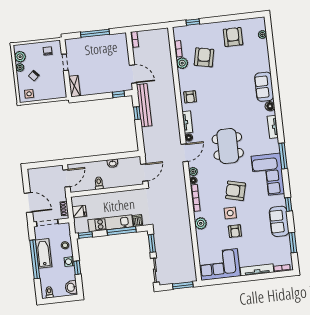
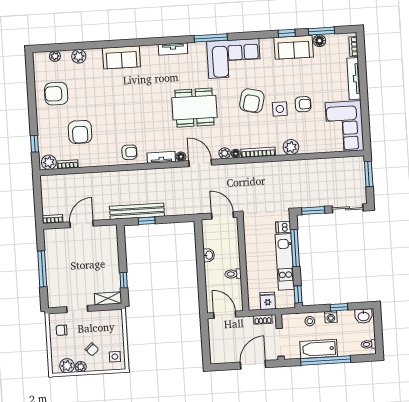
plant: (263, 53) -> (79, 56), added
armchair: (204, 57) -> (80, 132), turned -102
plant: (182, 63) -> (49, 162), moved
door: (133, 74) -> (82, 224), moved
window: (118, 94) -> (124, 280), moved
floor lamp: (270, 106) -> (319, 41), moved
window: (289, 204) -> (287, 33), moved

